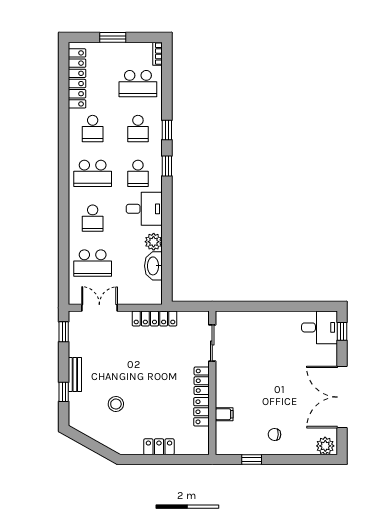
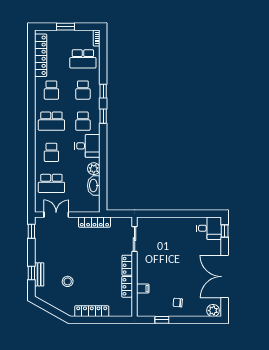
bench: (75, 375) -> (39, 274), moved
locker: (159, 447) -> (92, 311), width x1.53

